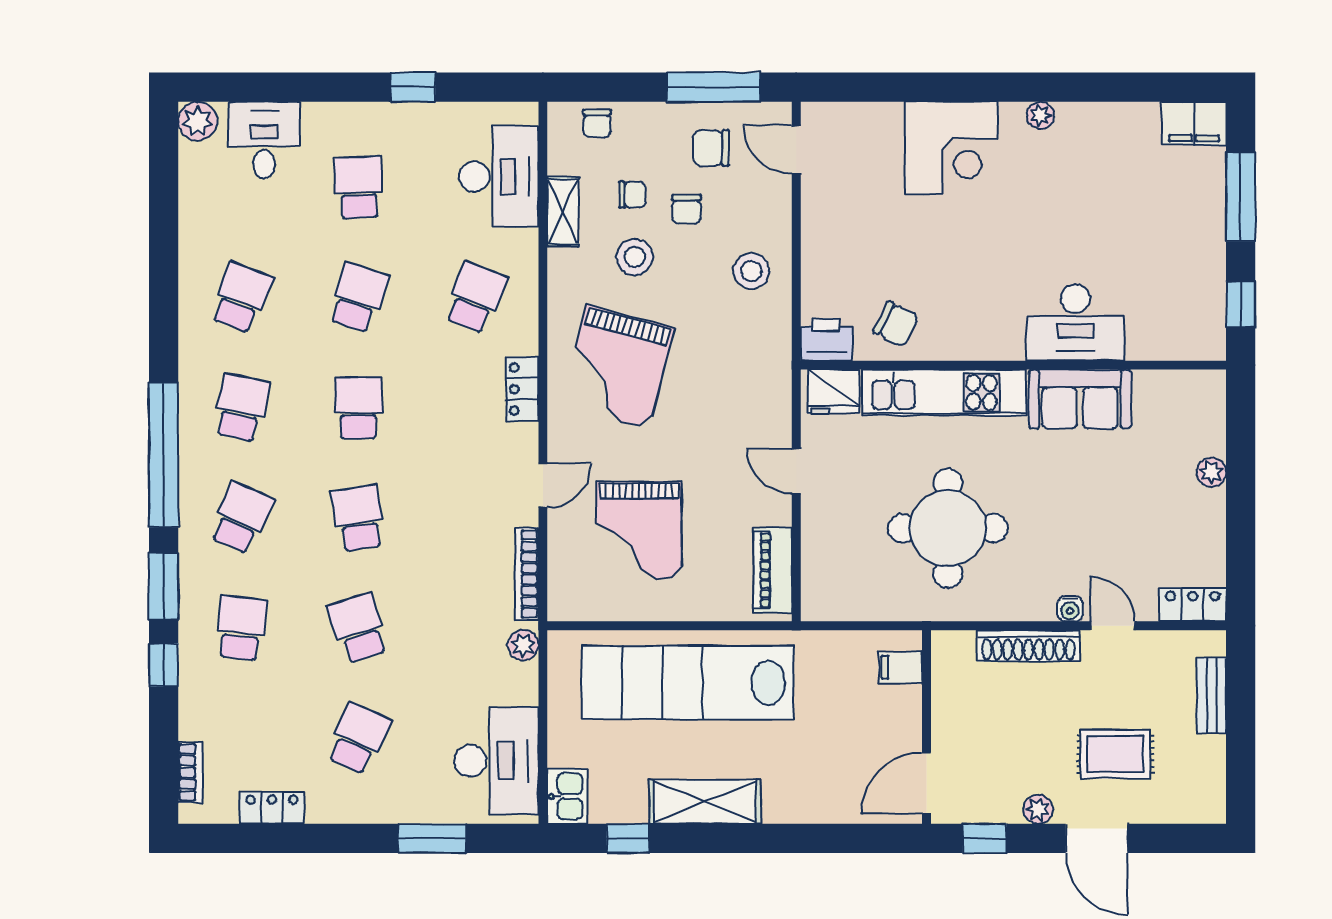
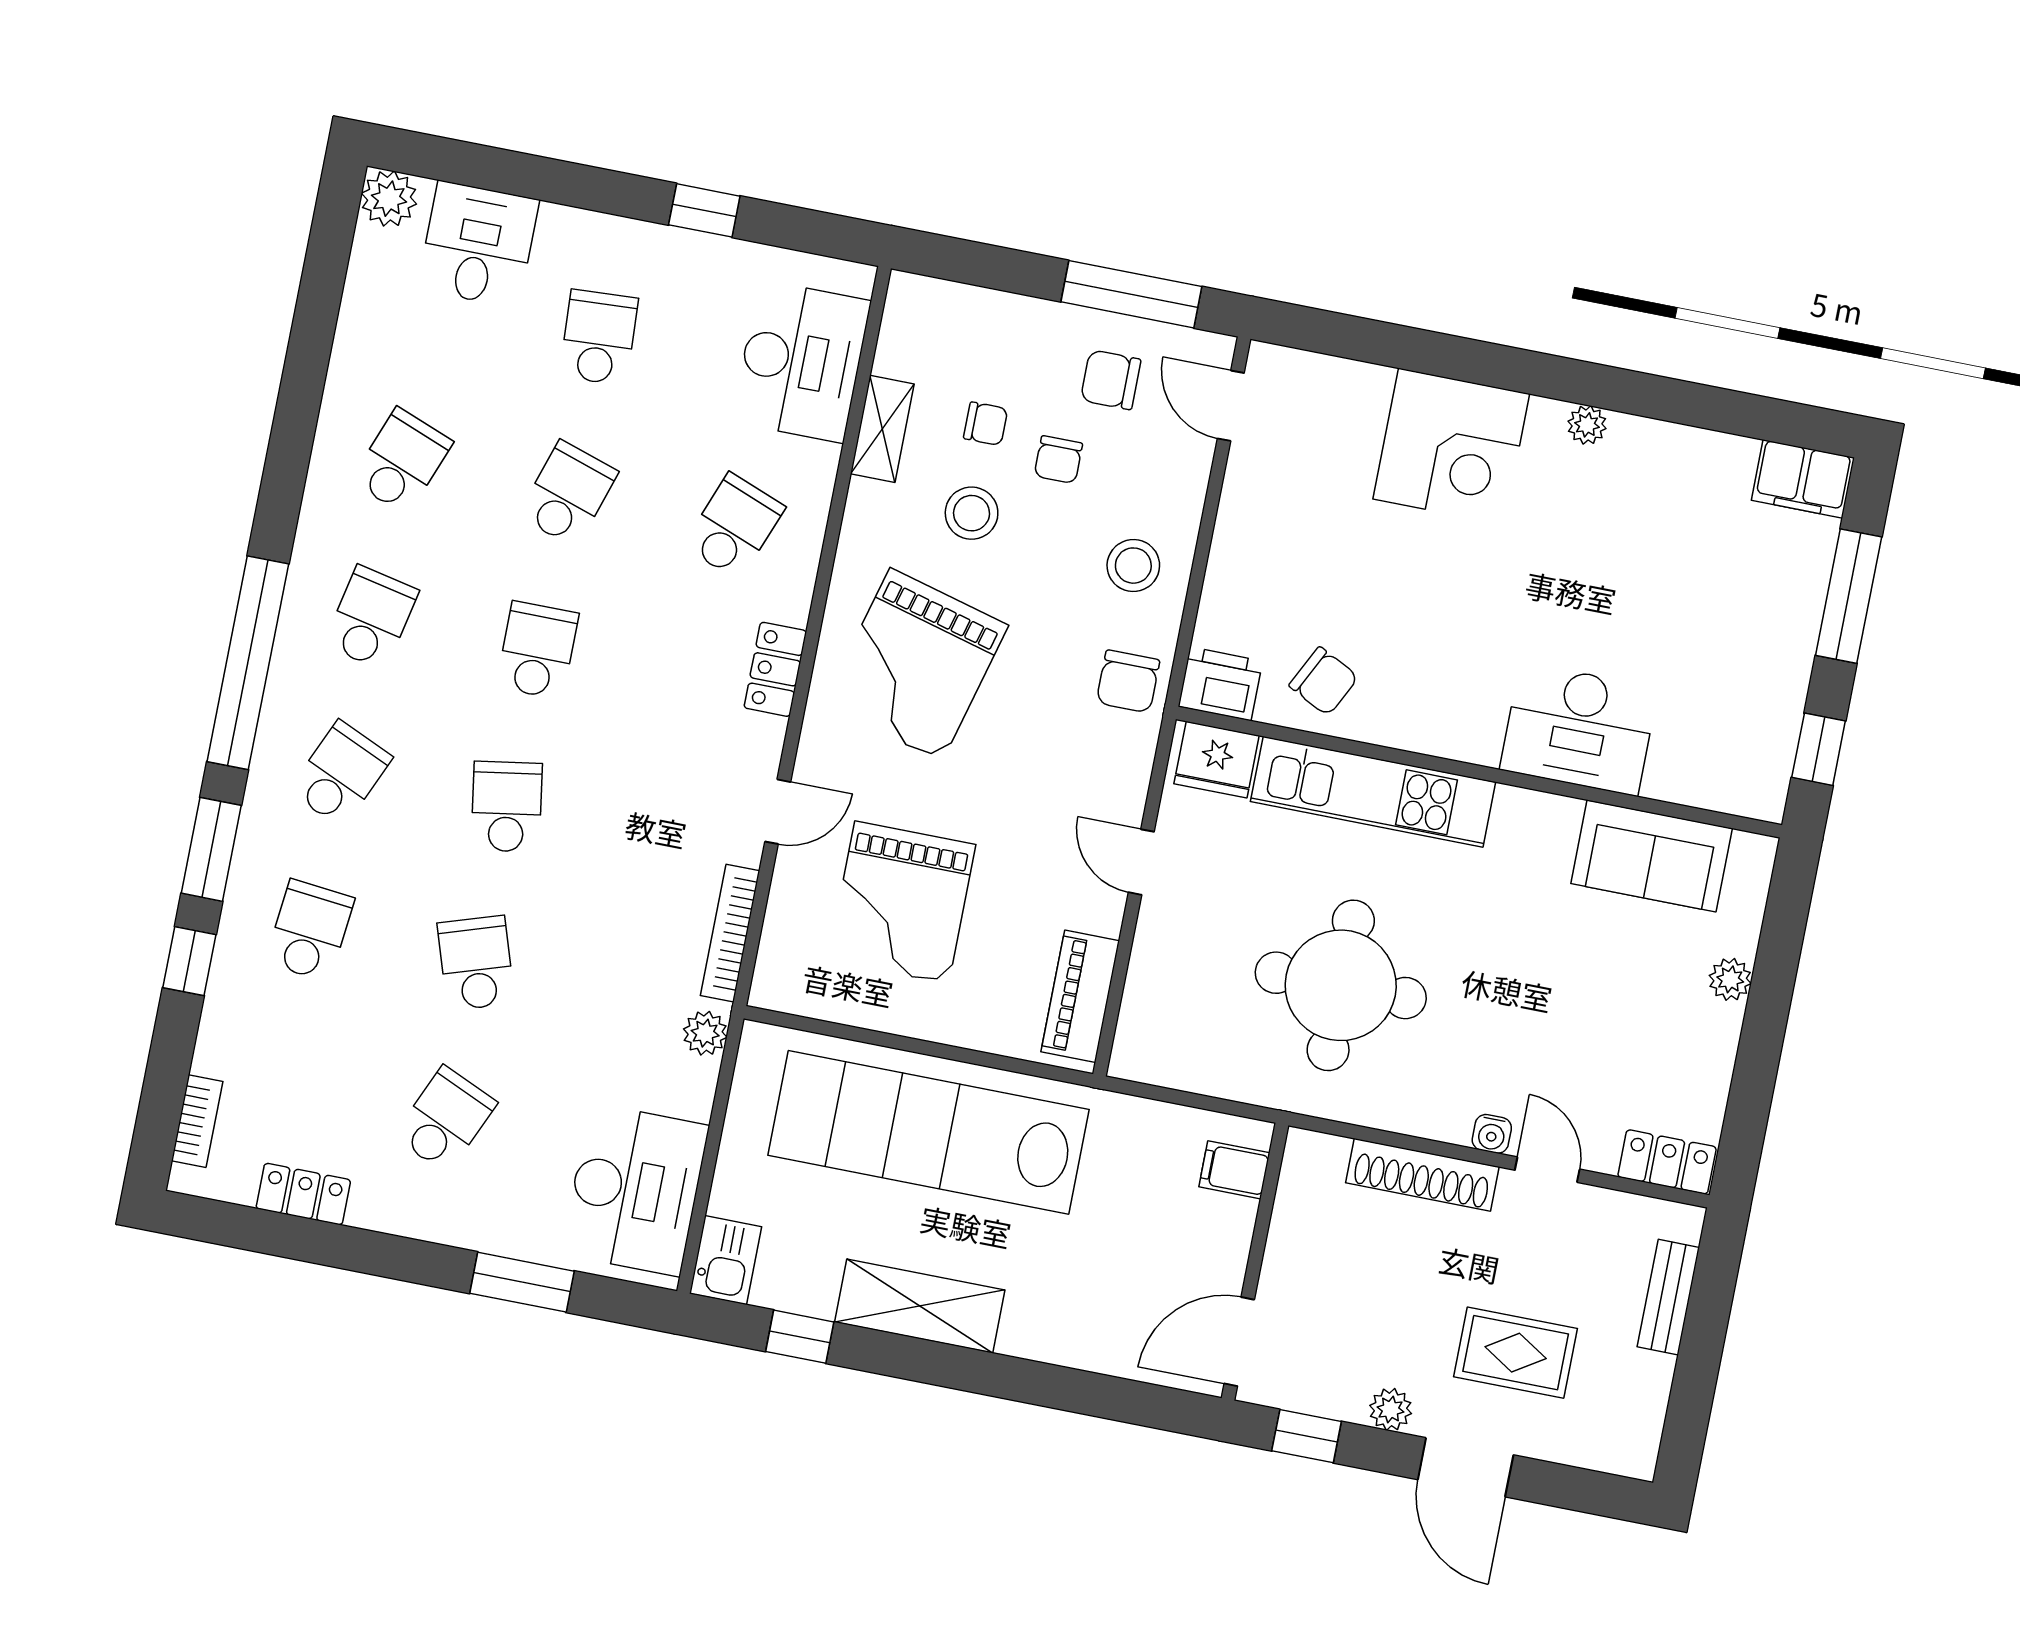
chair: (597, 123) -> (1128, 681), moved, width x1.37, depth x1.37
sofa: (1080, 399) -> (1652, 856), moved

